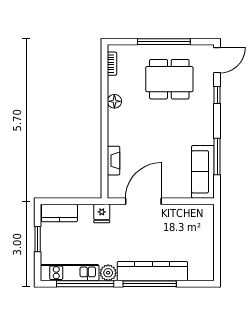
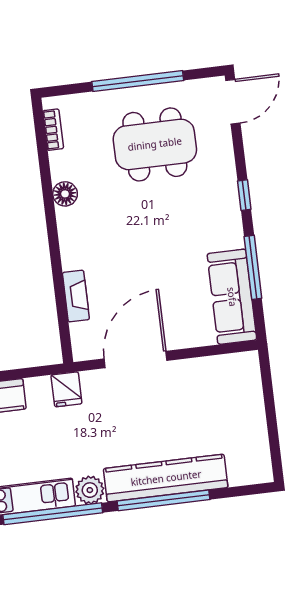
window: (217, 95) -> (244, 195), moved

